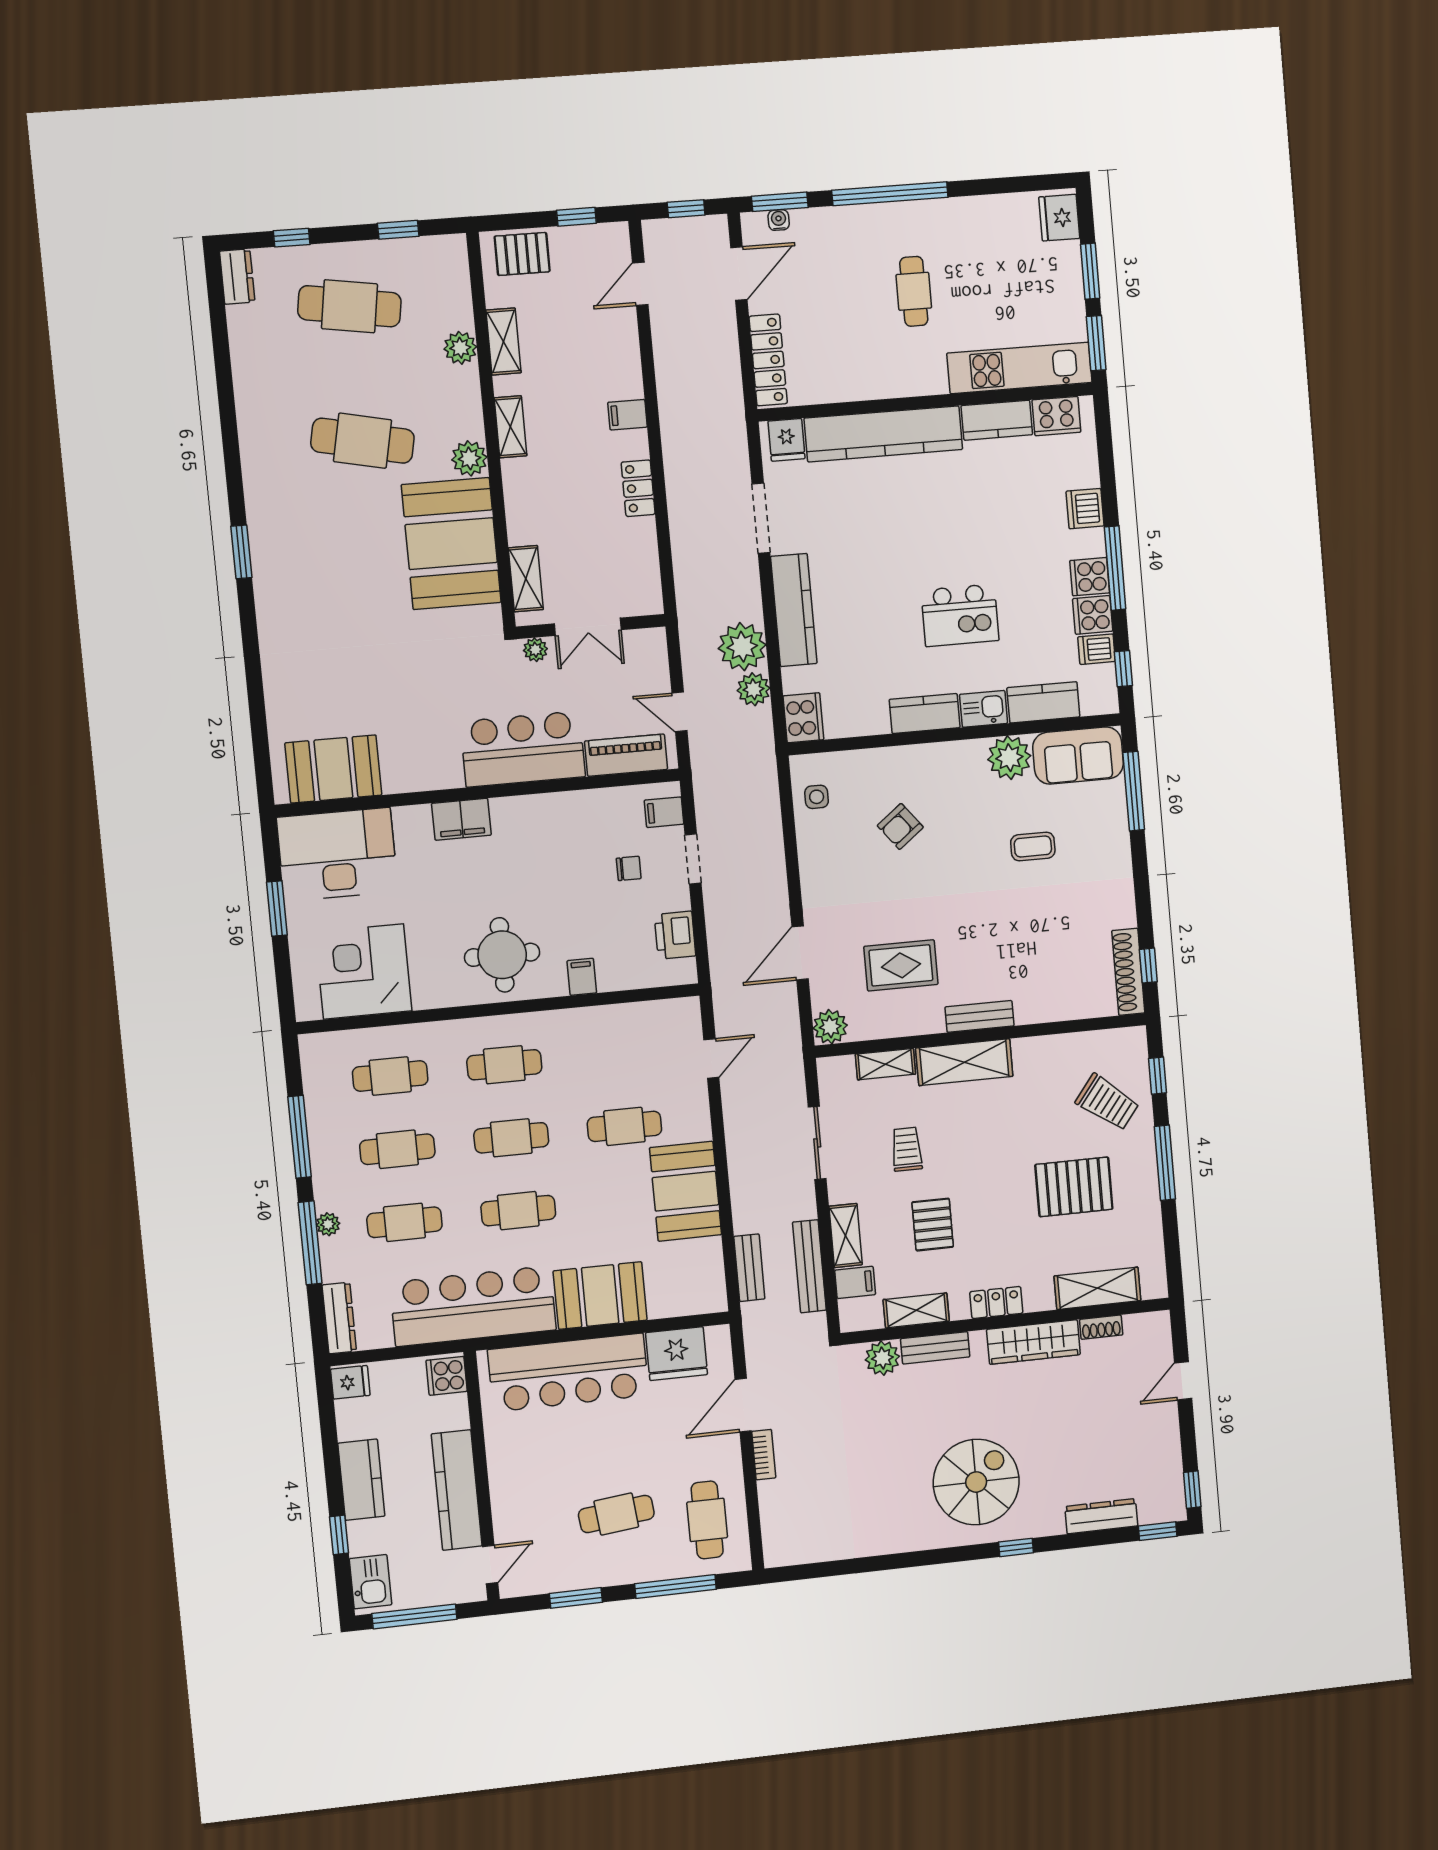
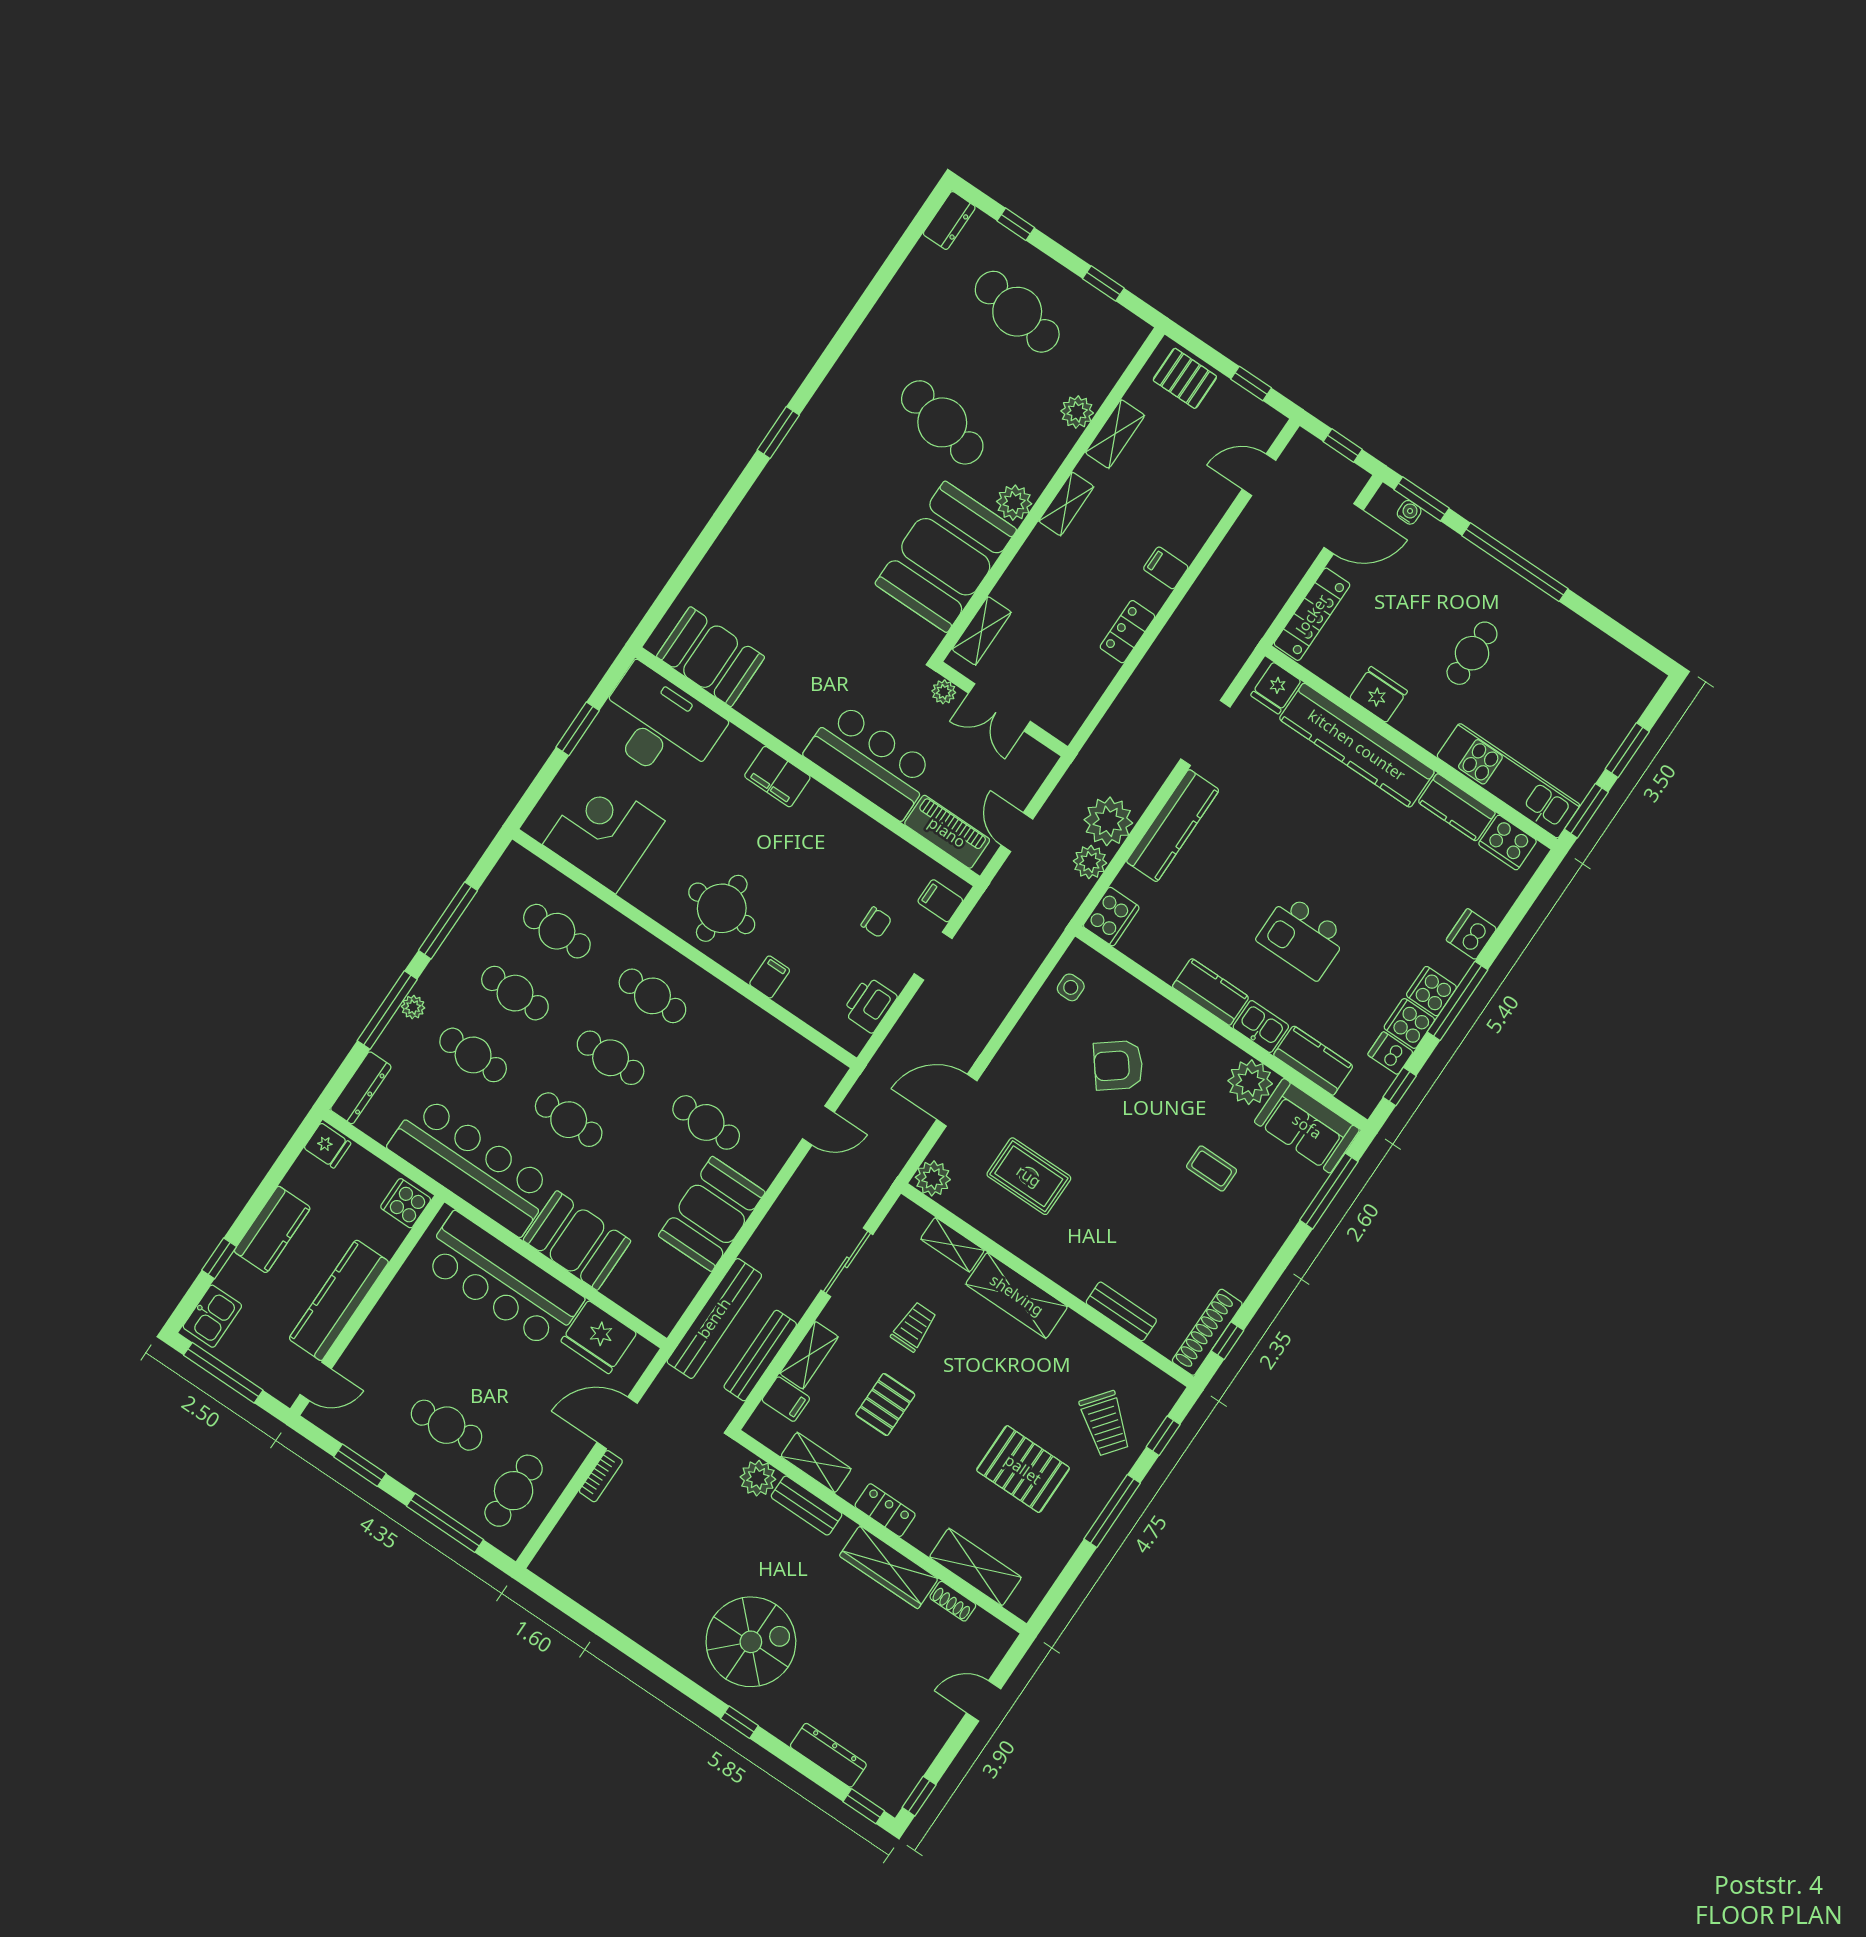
fridge: (1059, 218) -> (1379, 694), moved, turned 90
armchair: (900, 826) -> (1118, 1065), width x1.38, depth x1.38
bench: (980, 1016) -> (1121, 1311), moved
bench: (749, 1268) -> (714, 1318), width x1.86, depth x1.21

